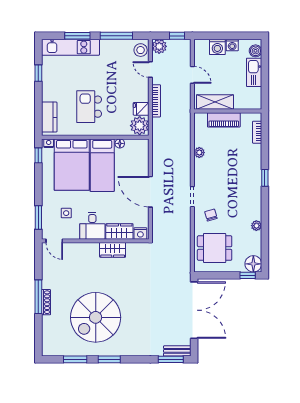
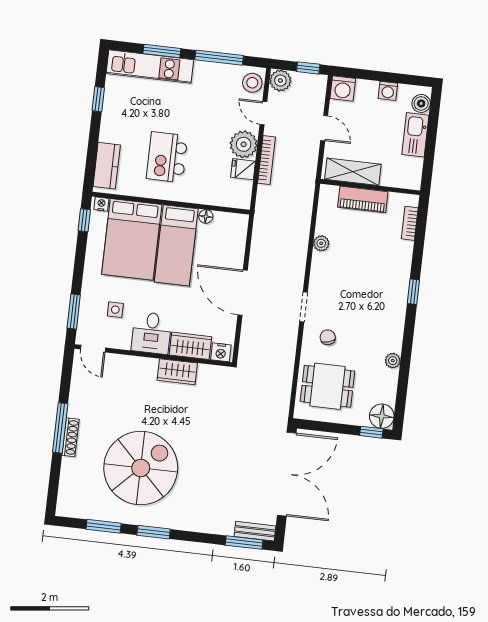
washing machine: (217, 47) -> (343, 88), moved
plant: (140, 126) -> (244, 144), moved
spiral stairs: (96, 317) -> (141, 468), turned 180

